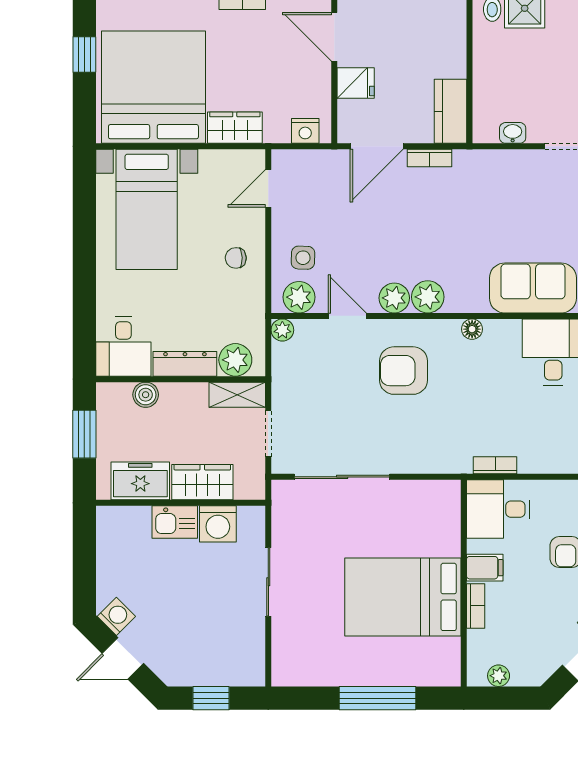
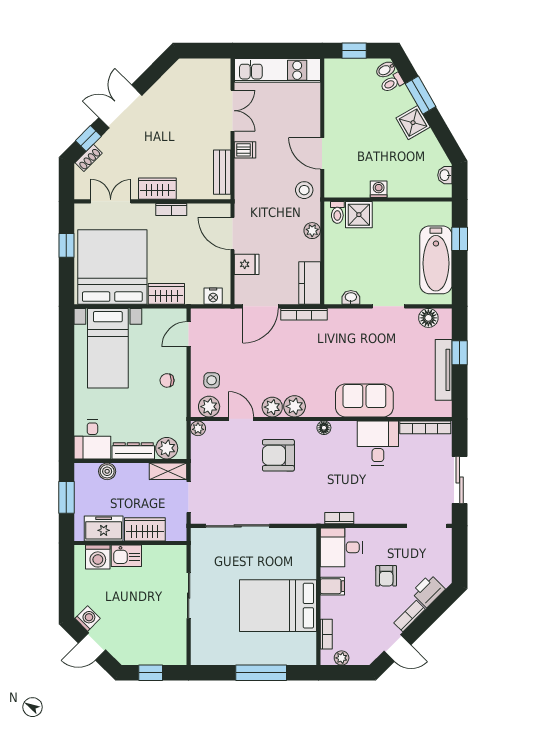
plant: (454, 32) -> (312, 231), added
bookcase: (430, 158) -> (304, 314), width x1.56
washing machine: (218, 524) -> (98, 557), moved
bookcase: (476, 606) -> (326, 634), moved

